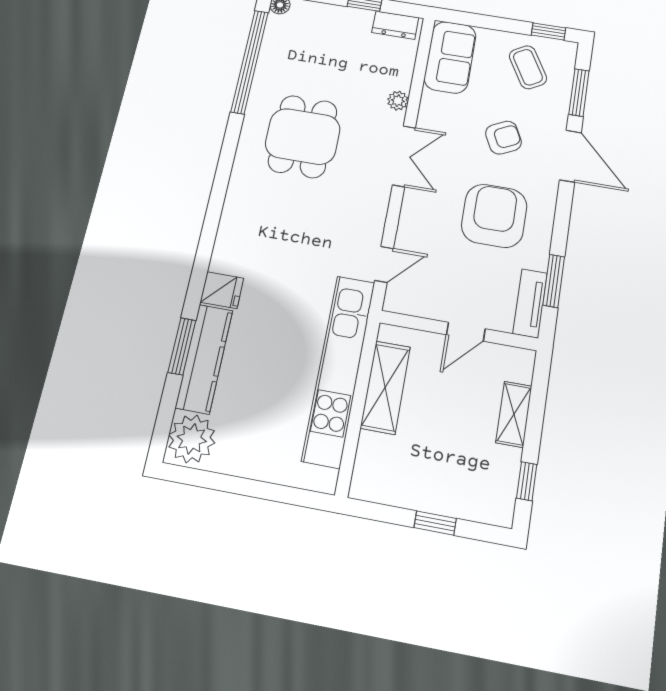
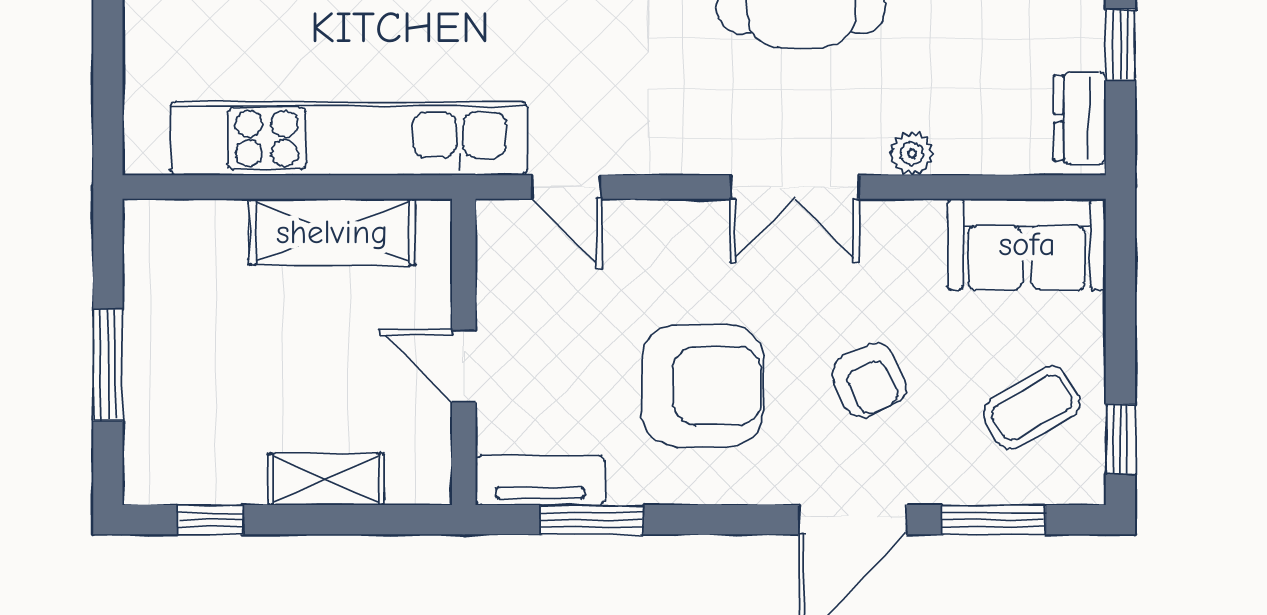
window: (435, 523) -> (108, 365), width x1.50

